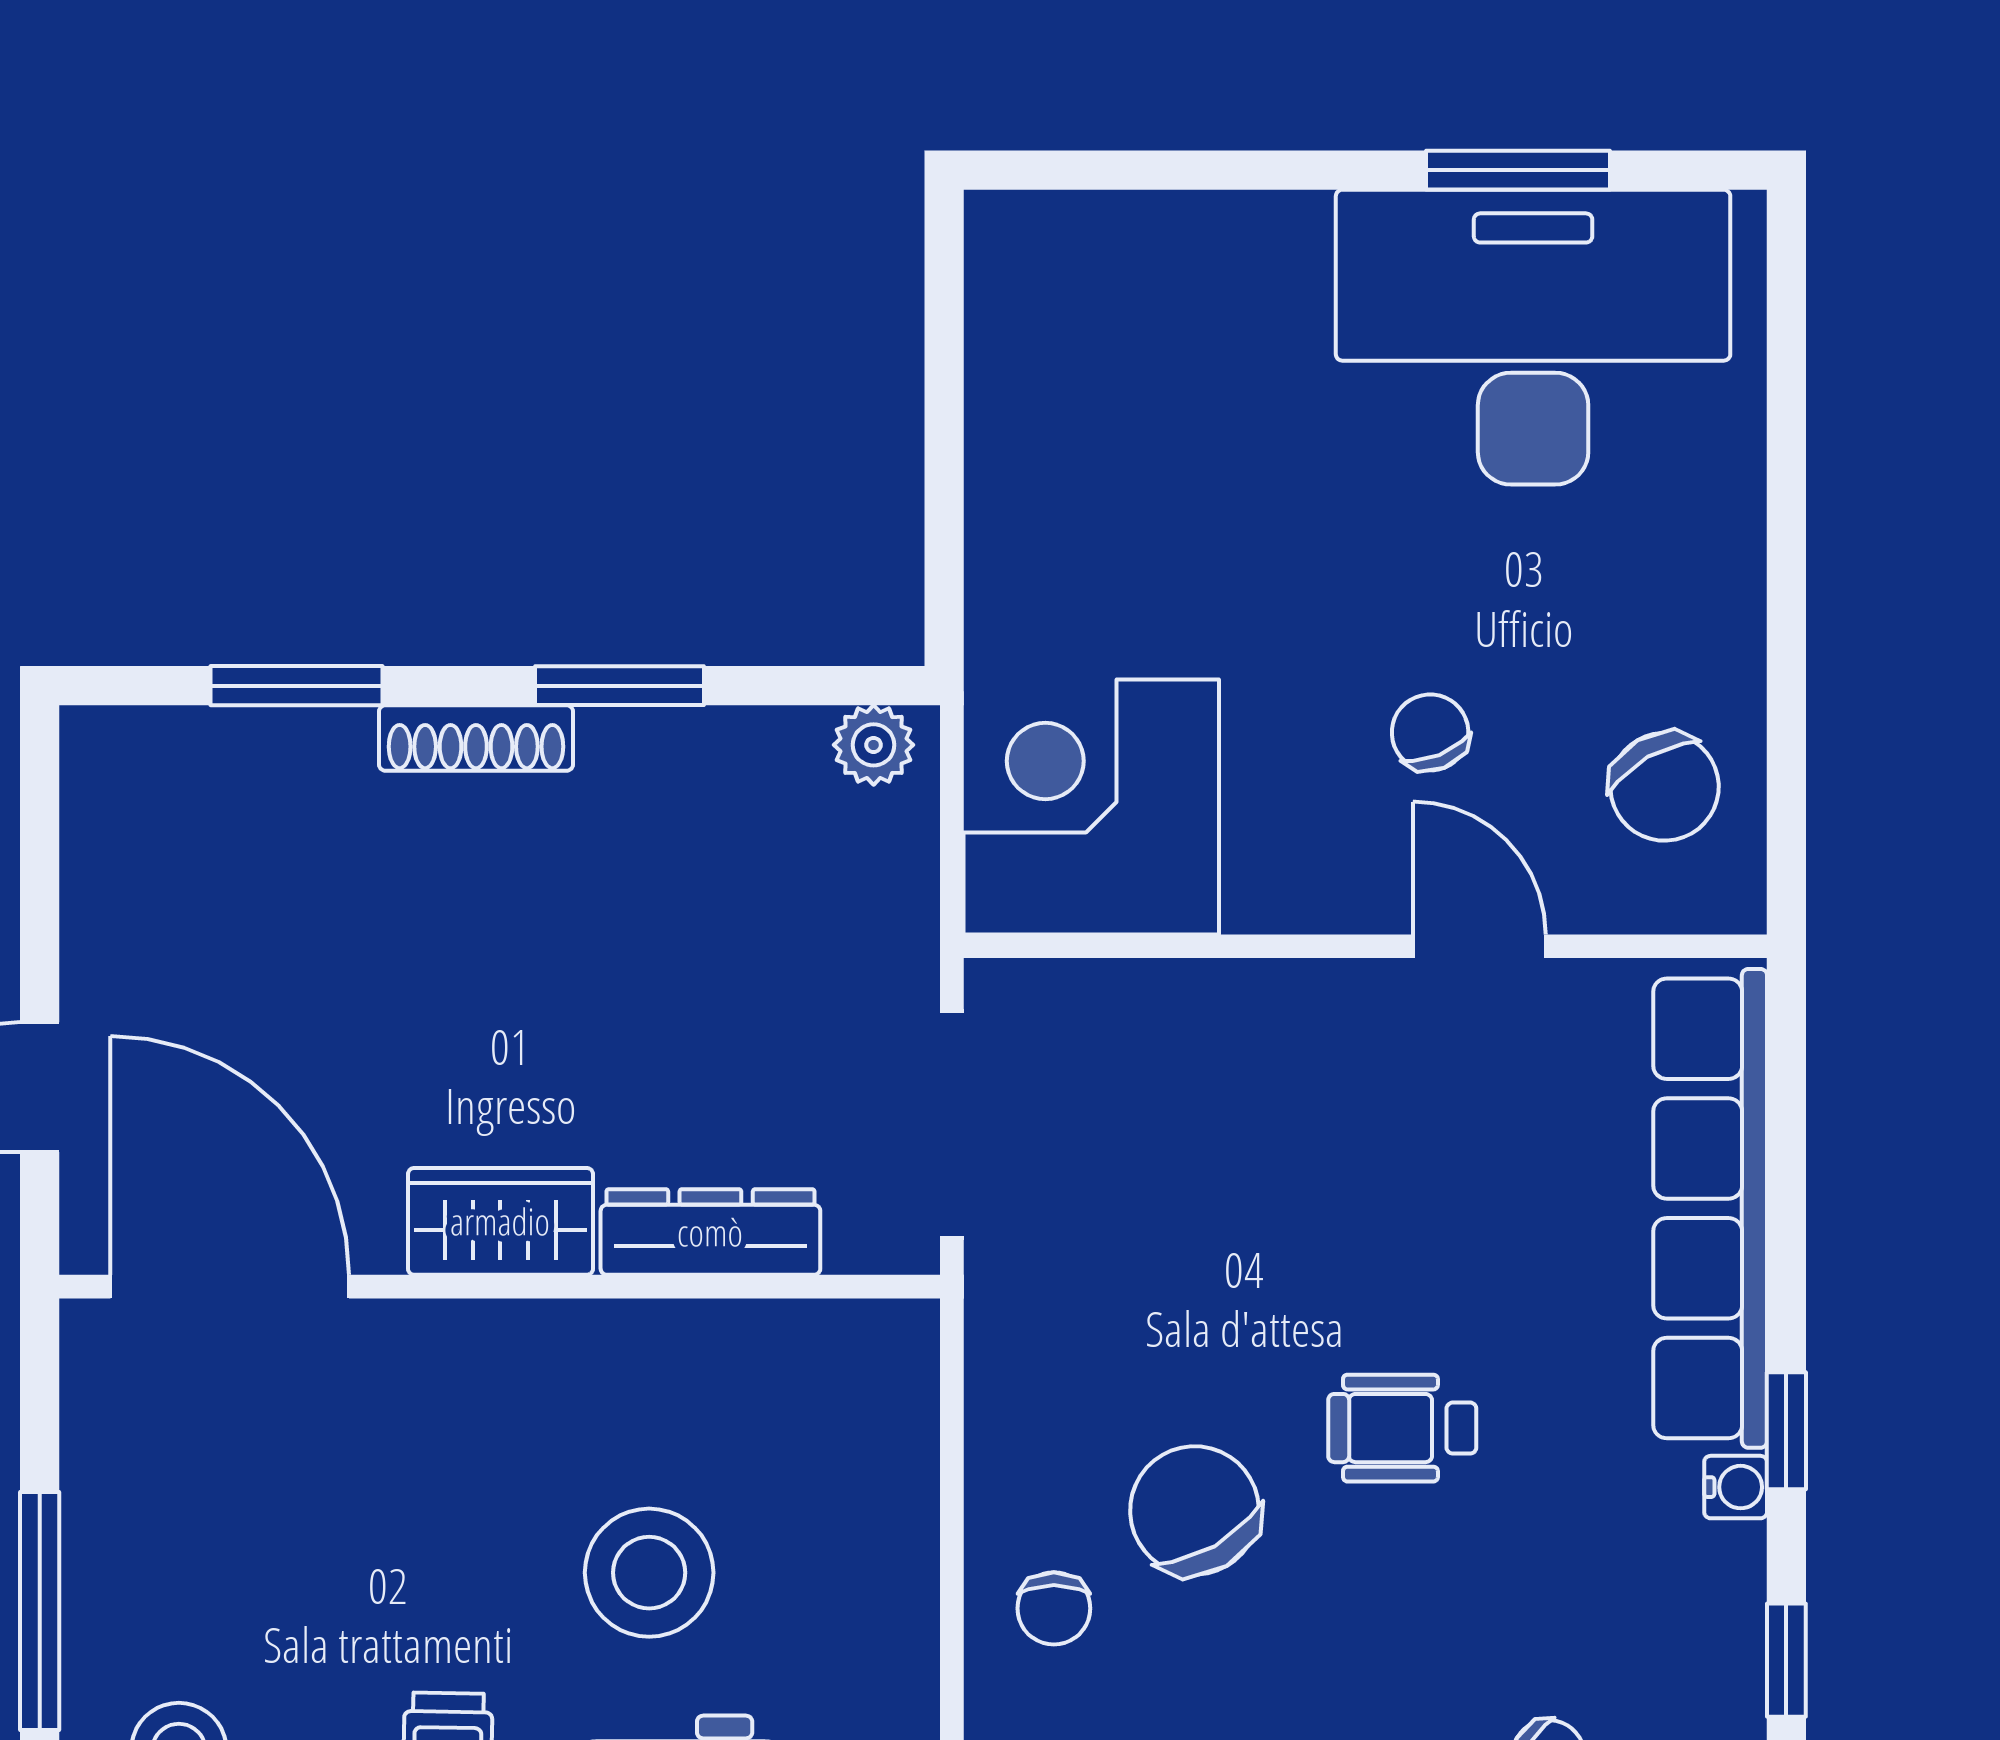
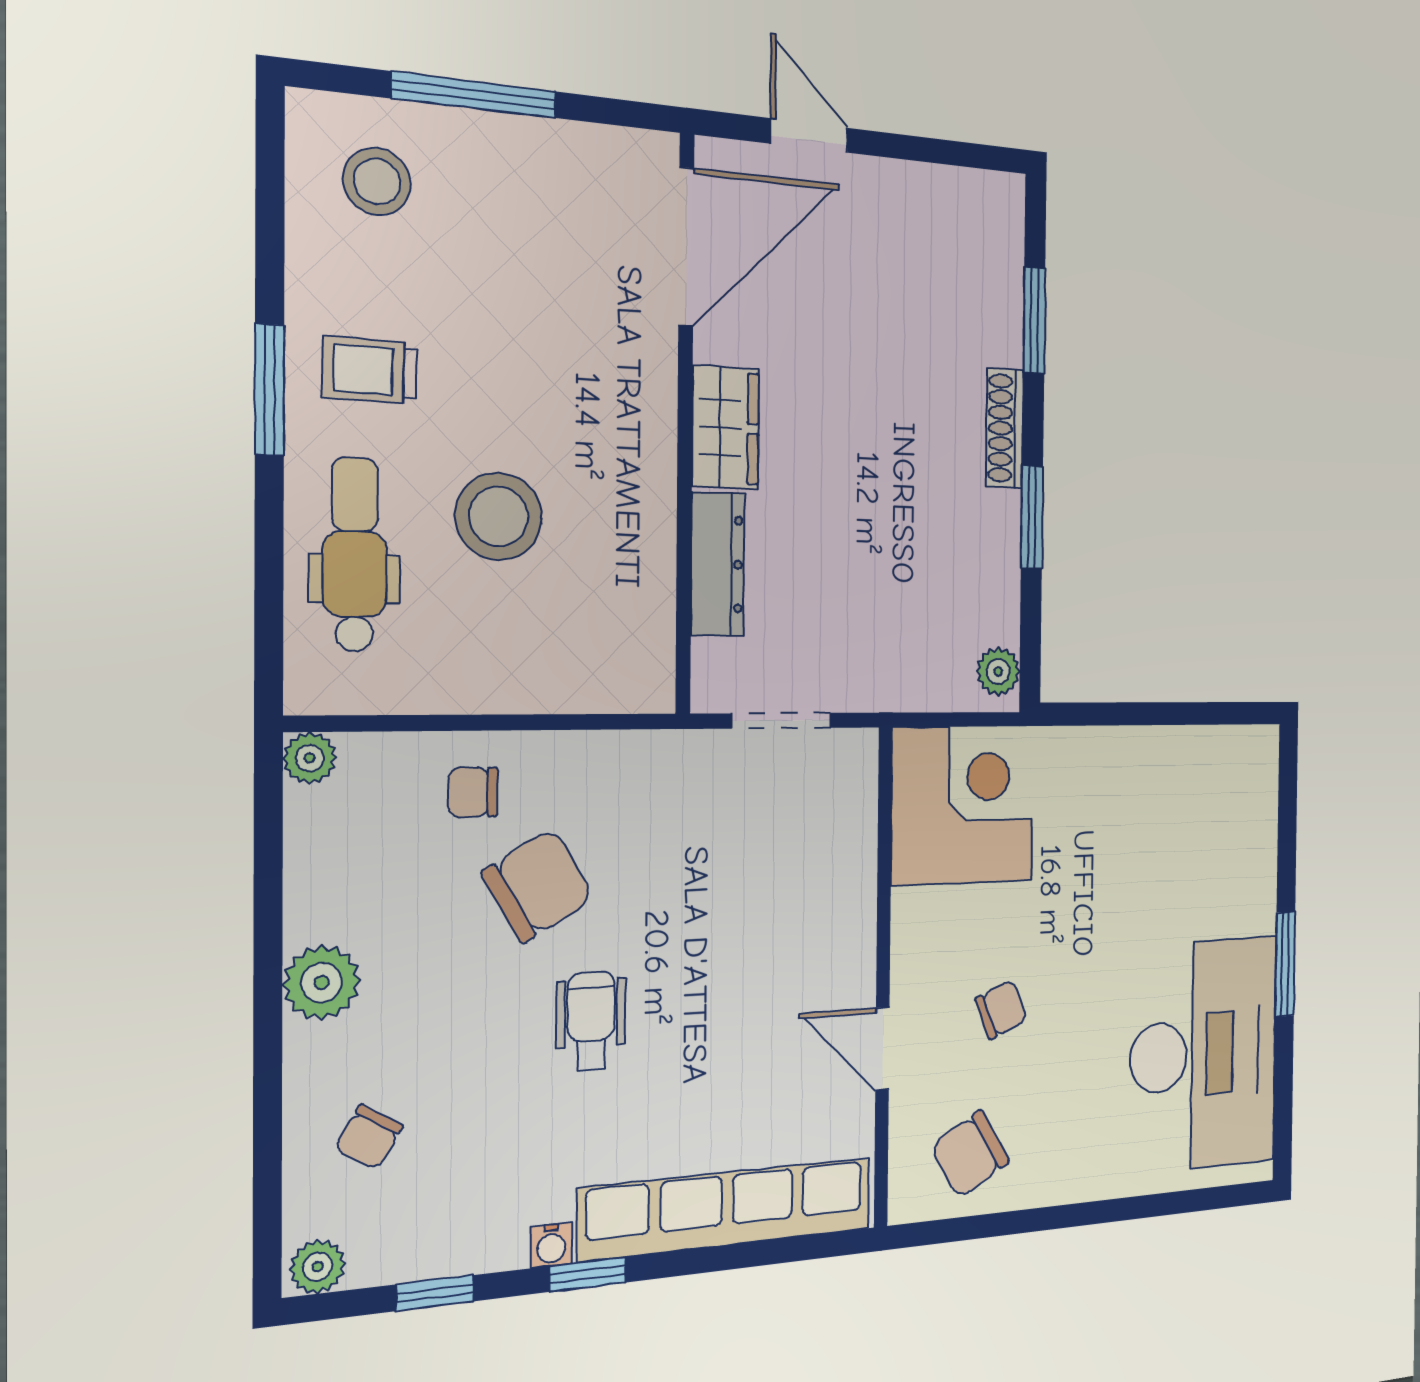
window: (1518, 170) -> (1285, 964), moved
door: (1479, 946) -> (882, 1049), swing flipped
doorway: (952, 1125) -> (782, 721), width x0.73

